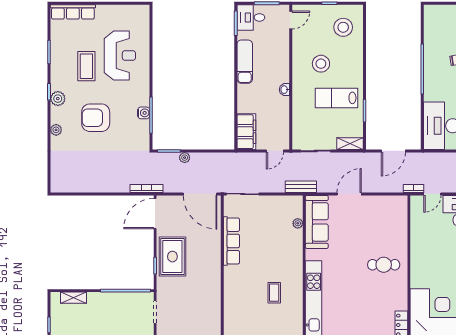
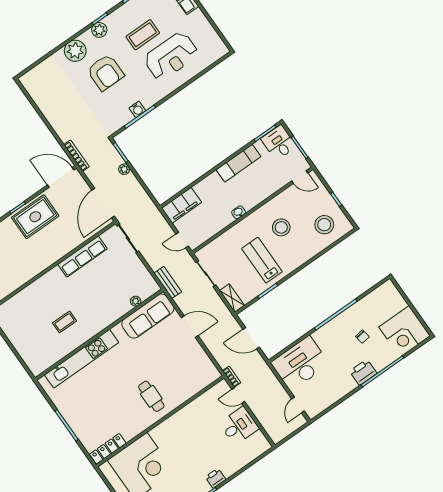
armchair: (96, 118) -> (105, 72), turned 180
plant: (56, 130) -> (75, 51), width x1.88, depth x1.88

